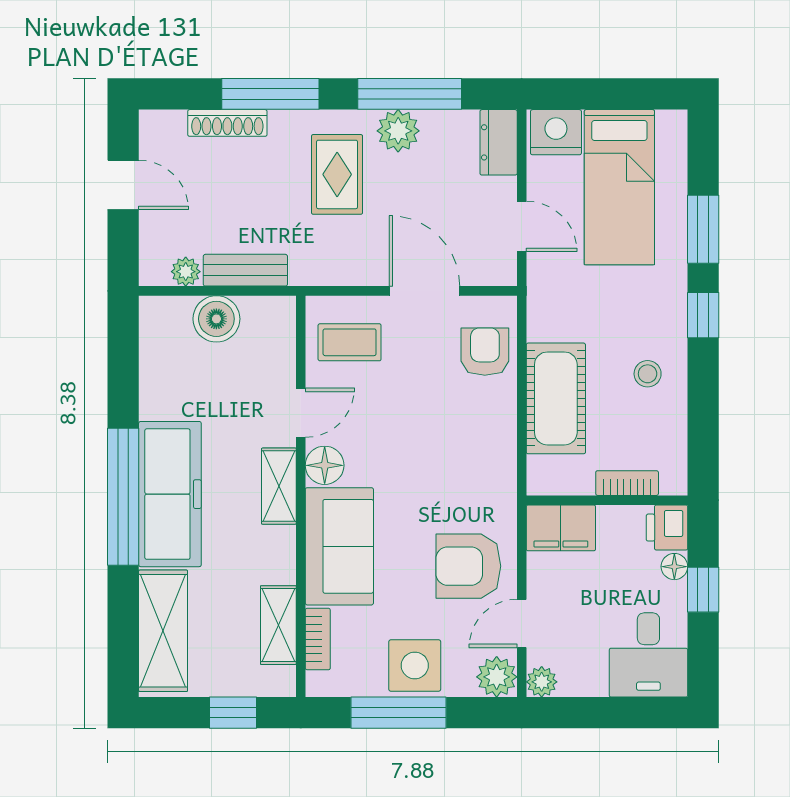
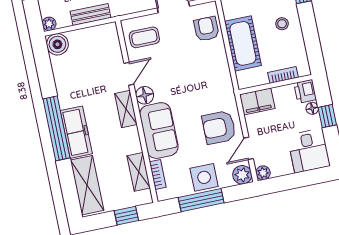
plant: (186, 272) -> (49, 24), moved
boiler: (216, 319) -> (57, 44), moved
freezer: (170, 494) -> (76, 132), width x0.73, depth x0.79

